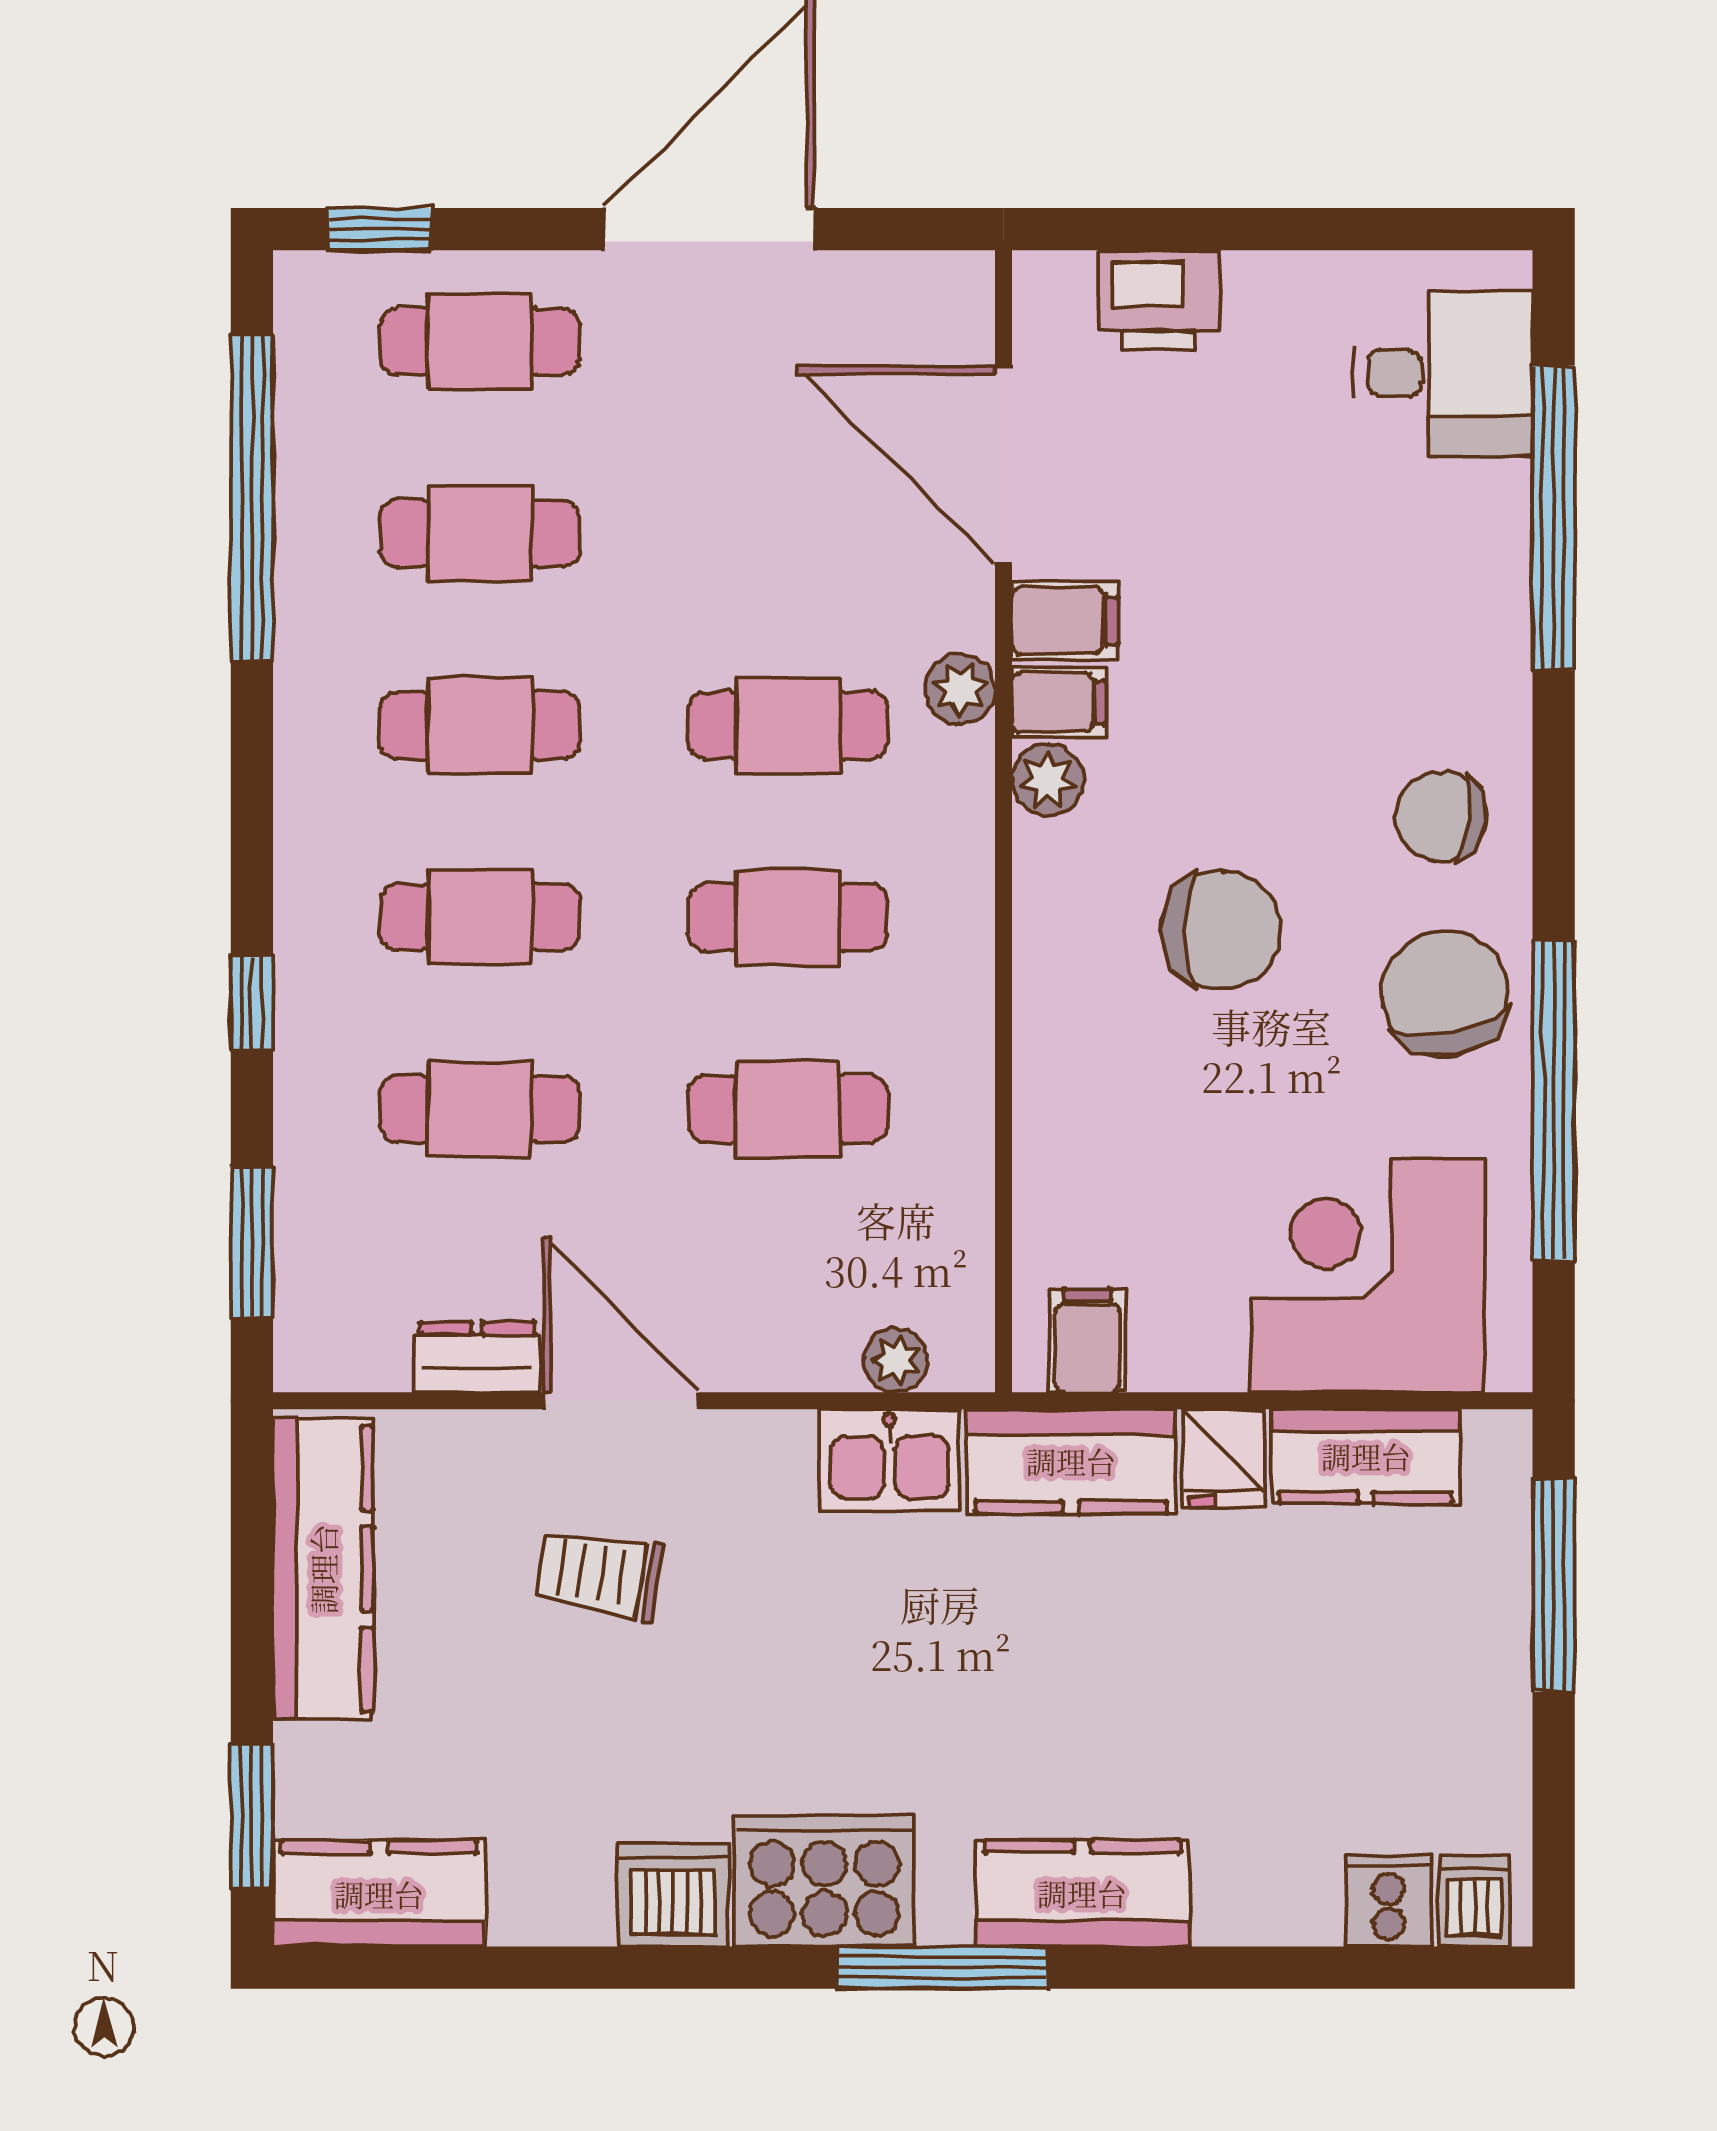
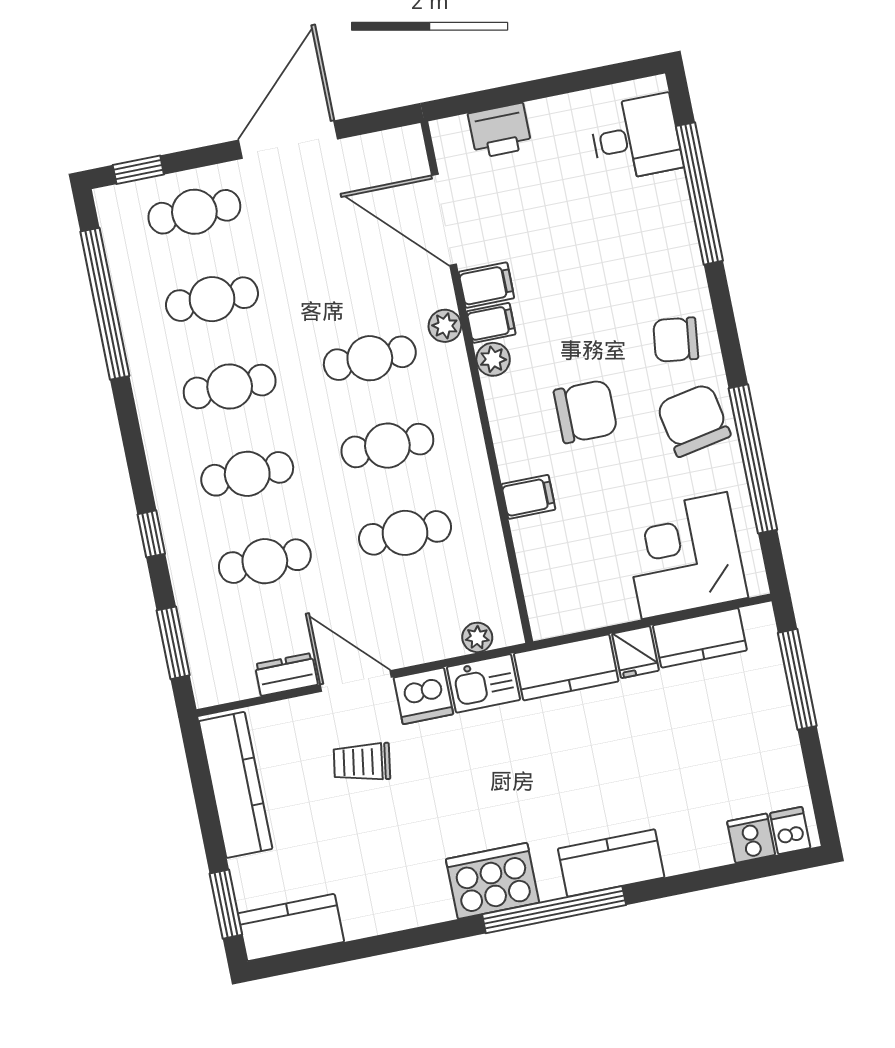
filing cabinet: (1088, 1341) -> (528, 497), moved, turned 90
dishwasher: (673, 1895) -> (423, 696), moved, turned 180
window: (942, 1968) -> (554, 910), width x1.46

